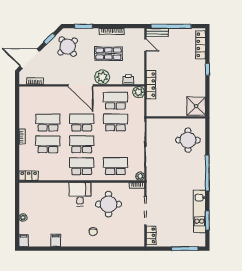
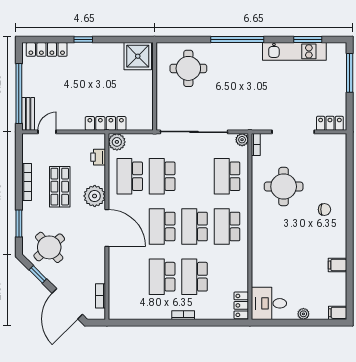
door: (81, 85) -> (107, 228), hinge flipped
desk: (80, 194) -> (269, 303), moved

